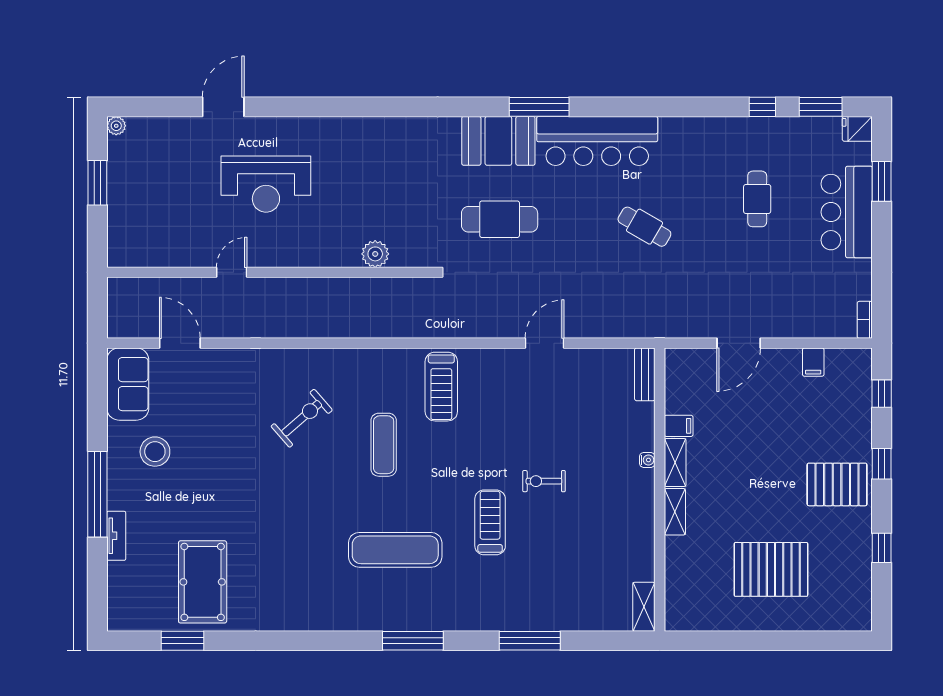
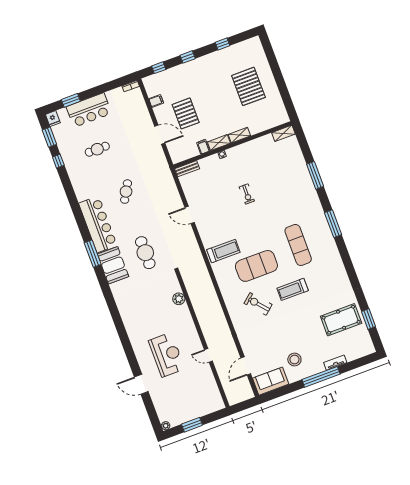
exercise mat: (384, 445) -> (256, 266), width x2.00, depth x1.45
pallet: (837, 484) -> (186, 113), moved
treadmill: (490, 522) -> (293, 289), moved

